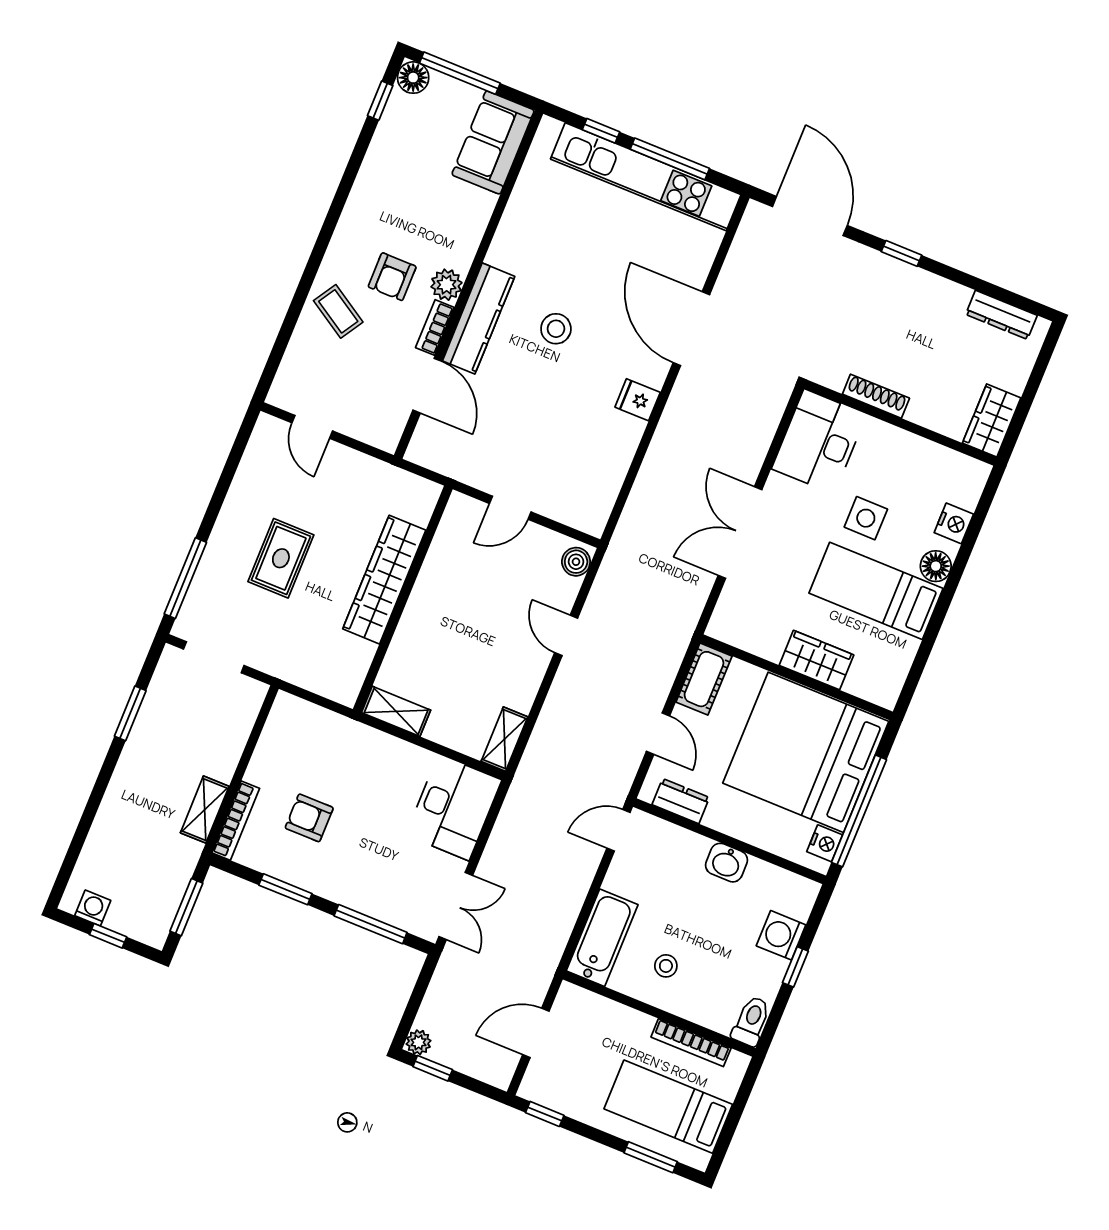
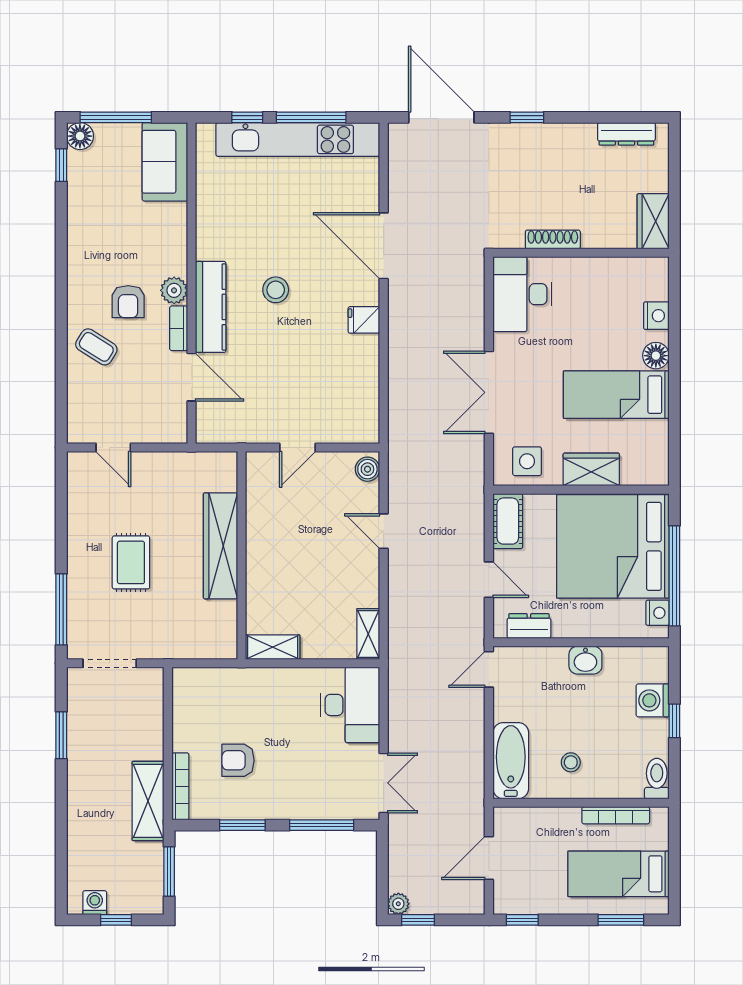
side table: (866, 518) -> (527, 461), moved
shelving: (205, 810) -> (148, 801), width x1.50, depth x1.33

